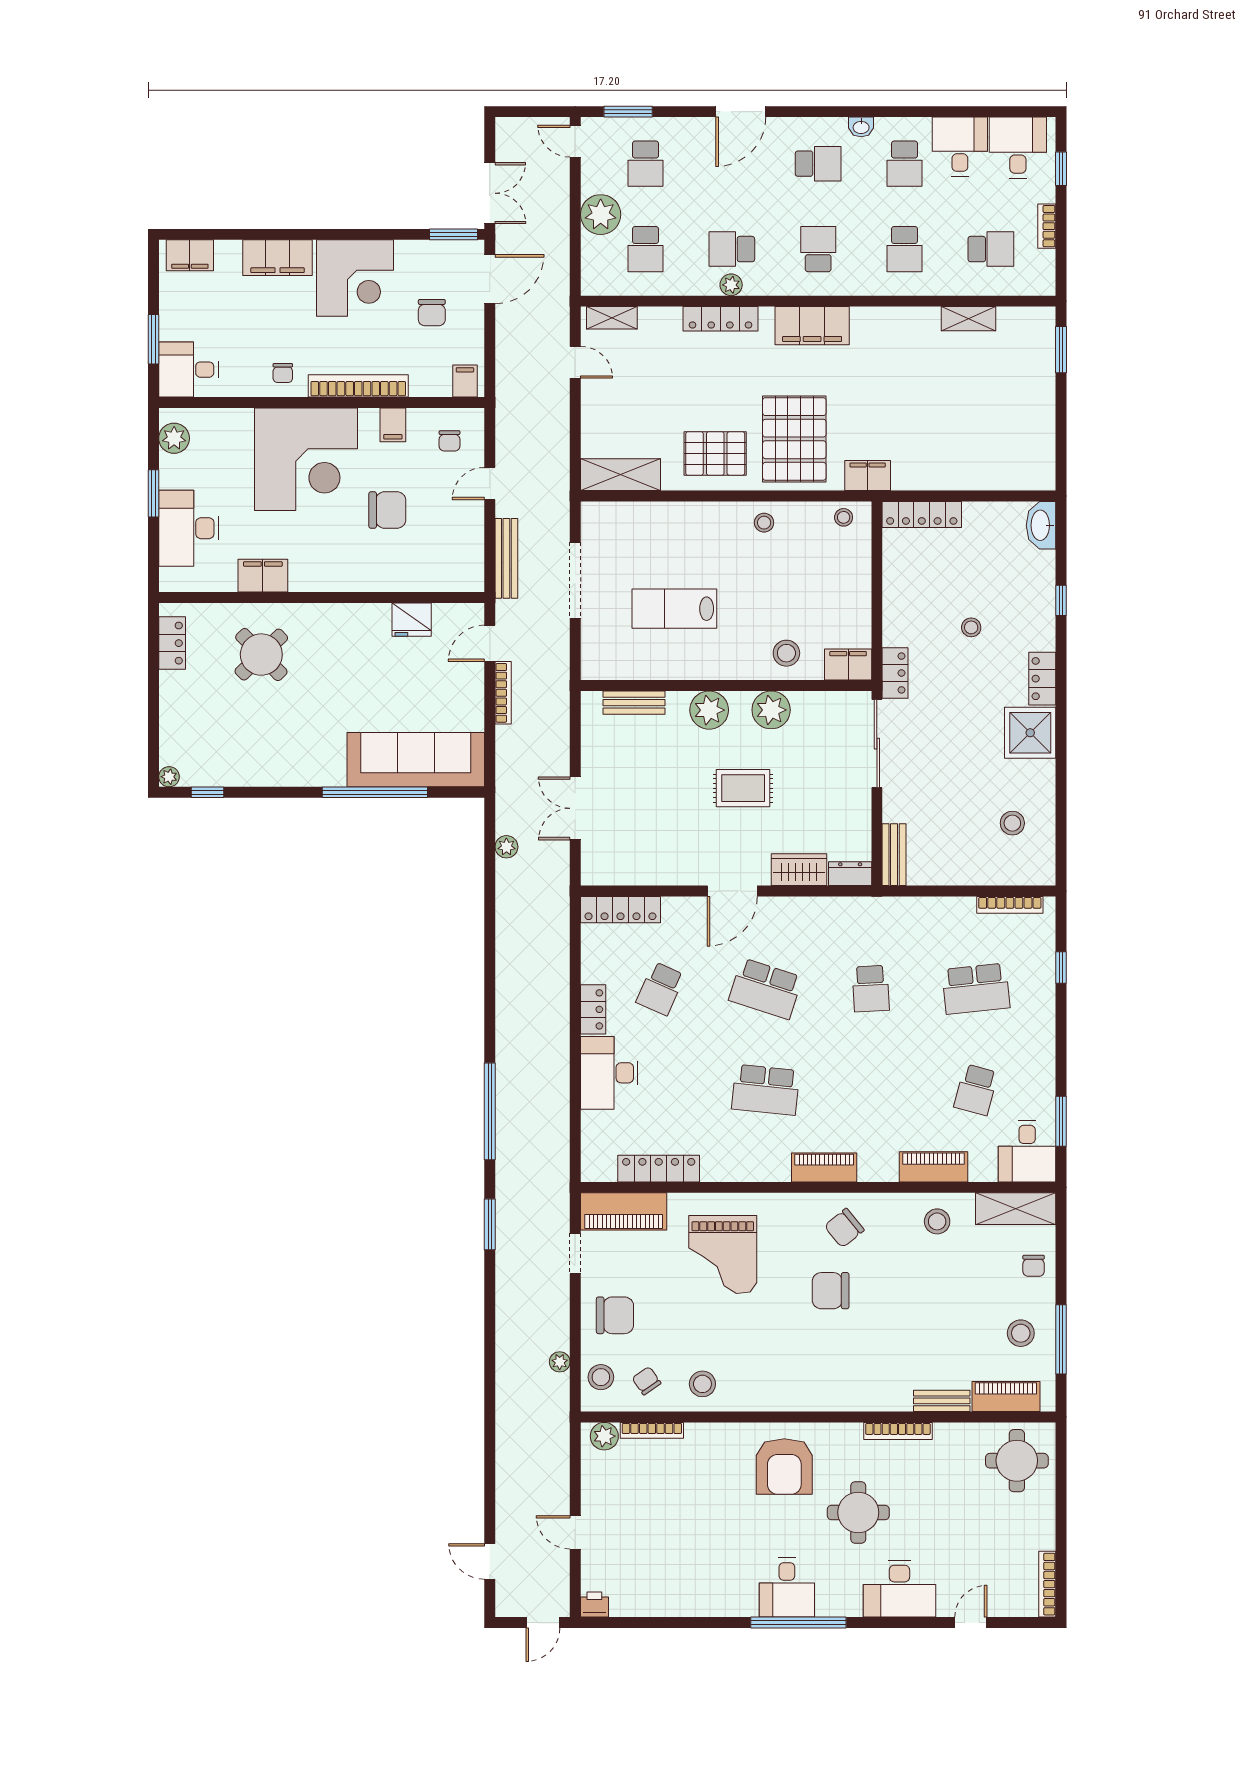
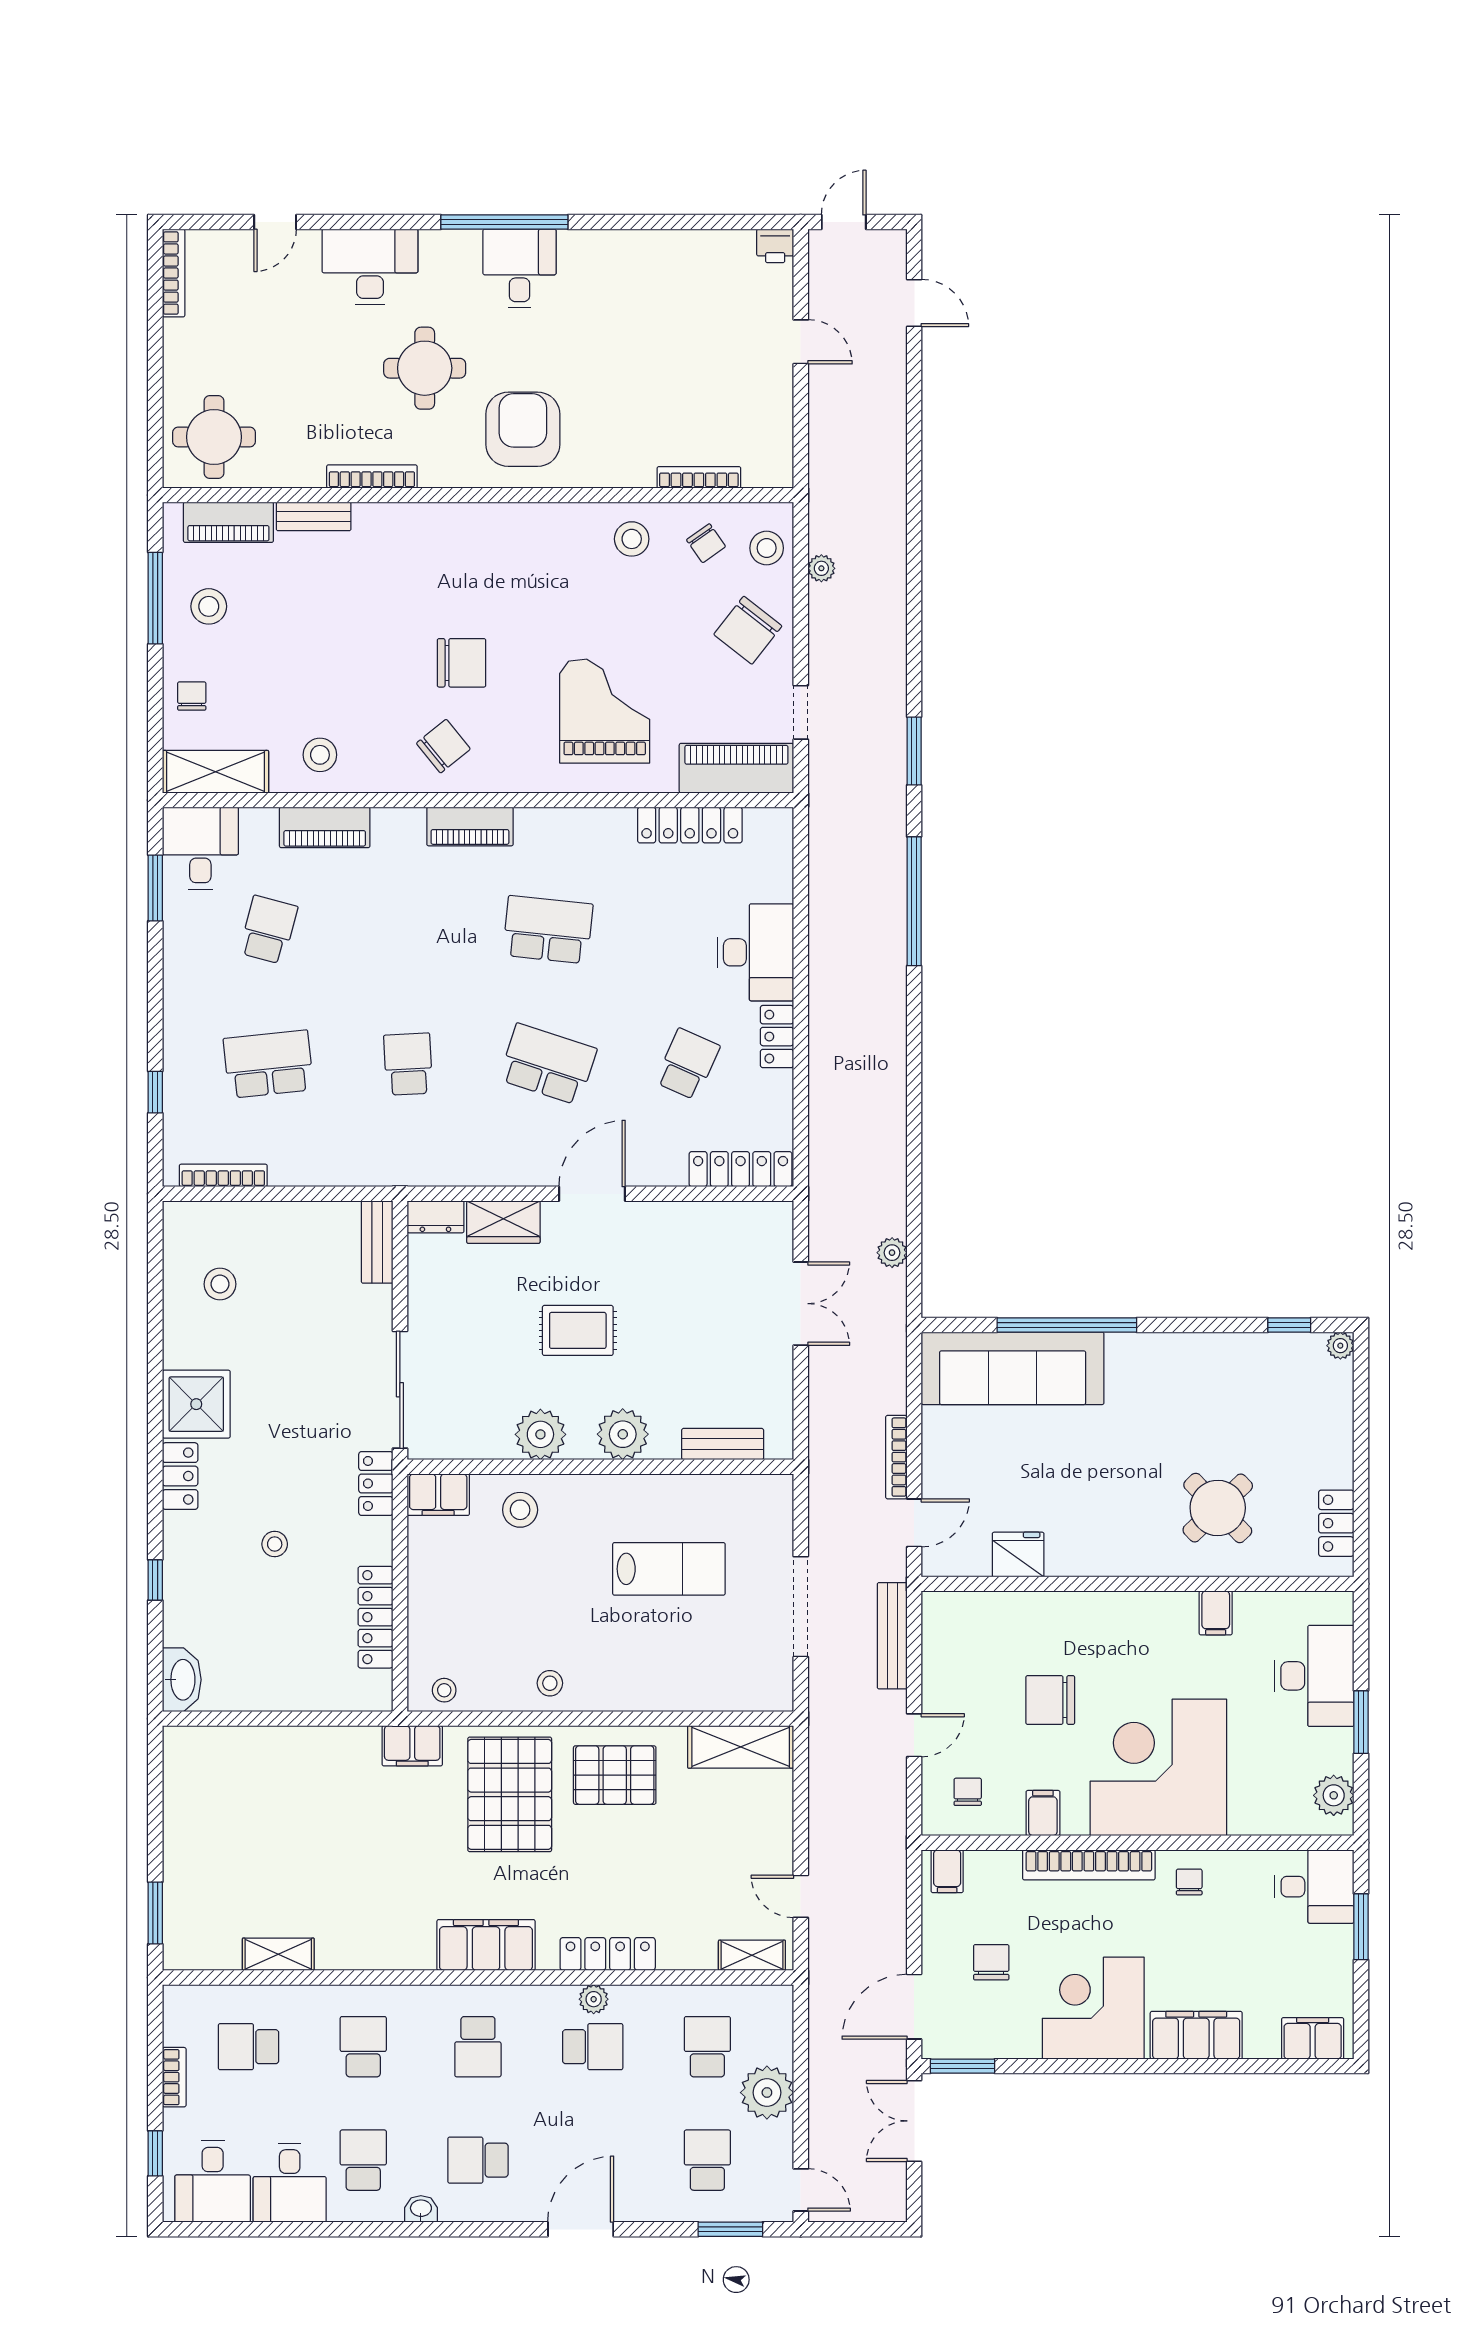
locker: (922, 514) -> (375, 1617), moved, turned -90
filing cabinet: (263, 576) -> (1216, 1613), width x0.50
chair: (615, 1315) -> (748, 630), turned -52
plant: (604, 1436) -> (762, 470), removed

